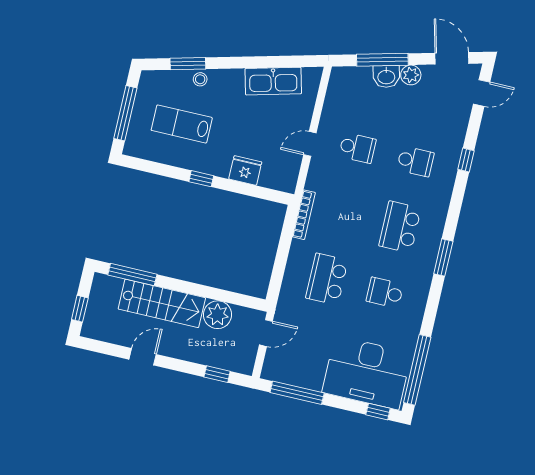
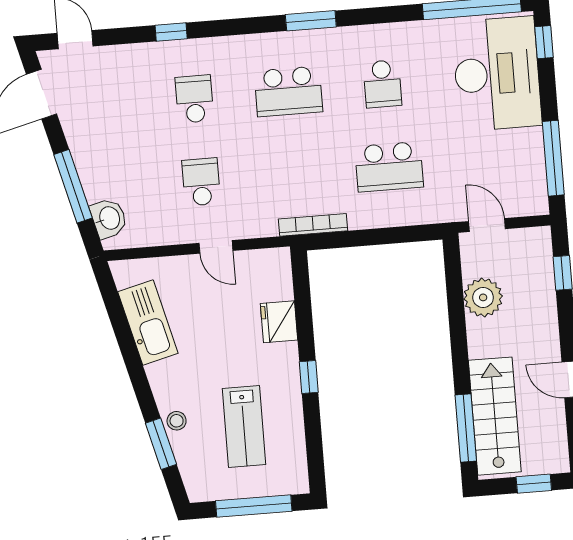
plant: (411, 75) -> (81, 142), removed
washbasin: (386, 76) -> (109, 218), moved
stairs: (162, 303) -> (495, 416), moved

